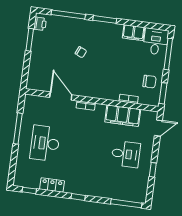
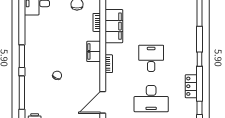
filing cabinet: (134, 33) -> (94, 51), moved, turned 180
door: (61, 96) -> (103, 102), moved
desk: (126, 154) -> (151, 58), moved

